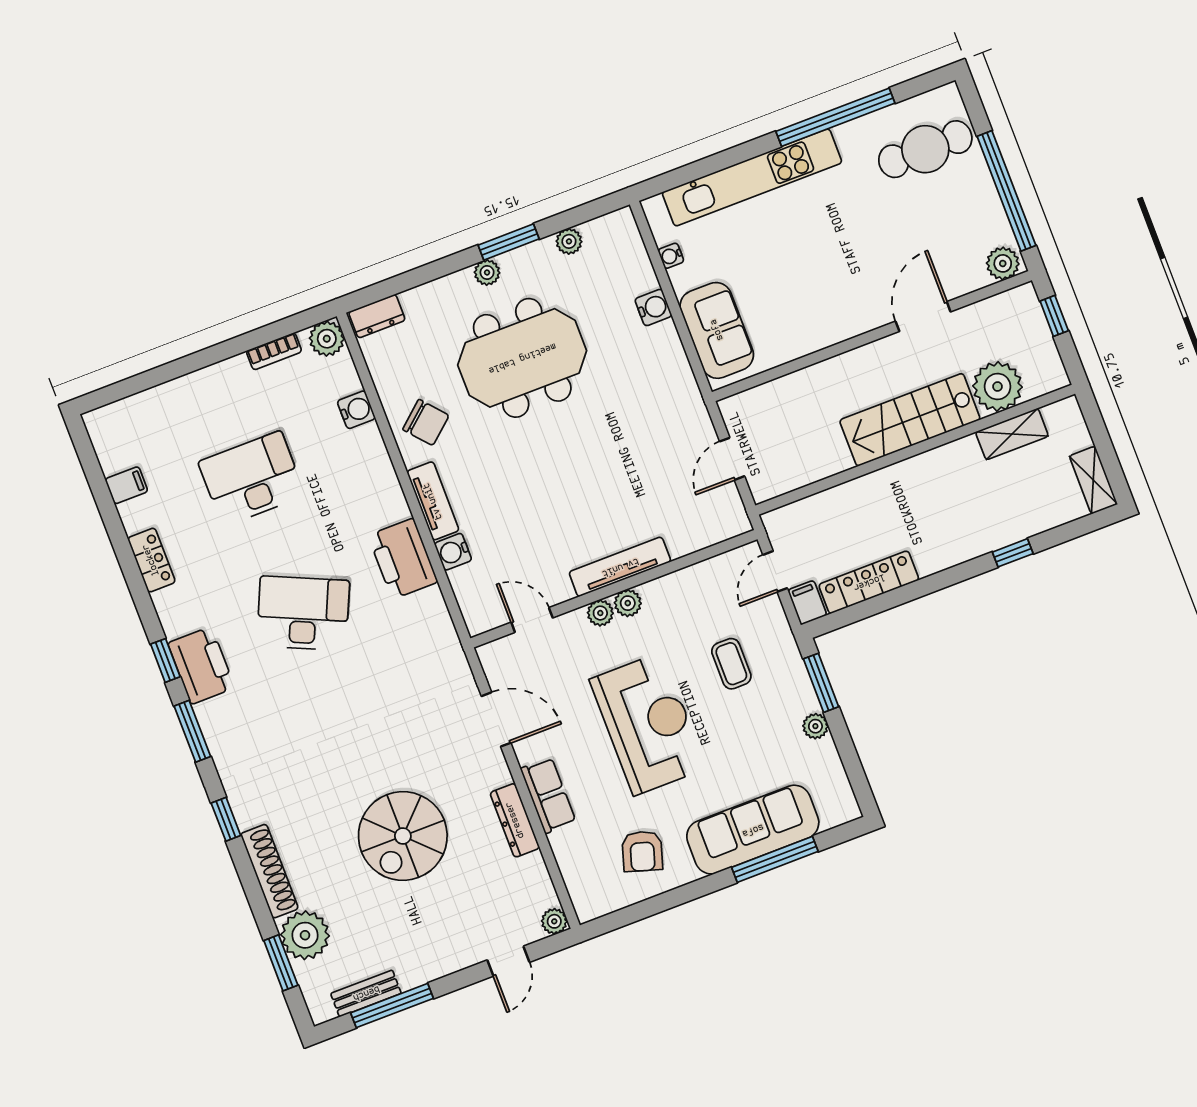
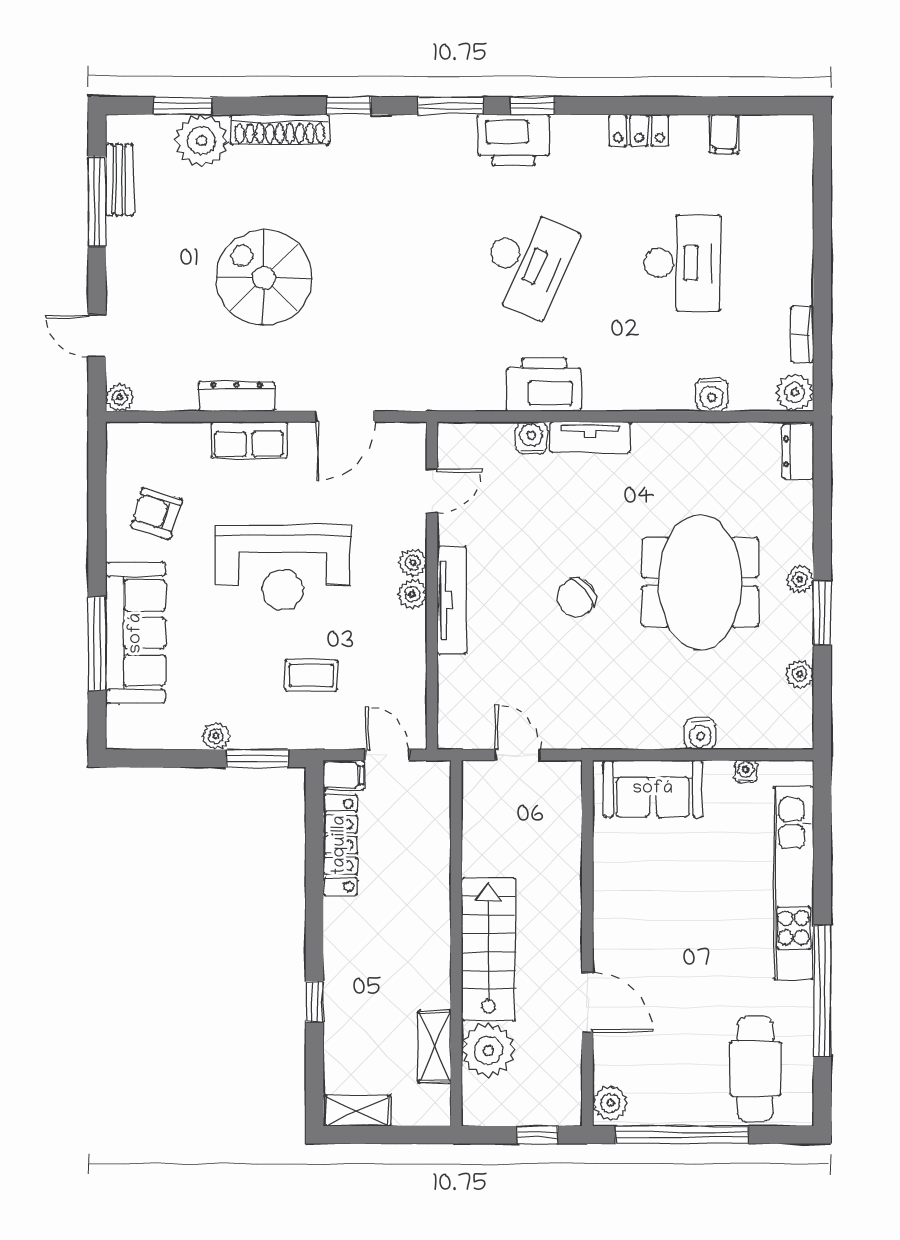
chair: (426, 422) -> (576, 597), moved

